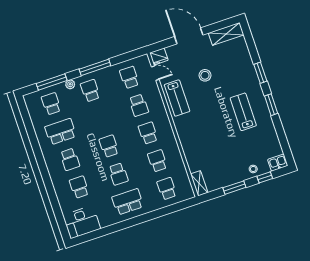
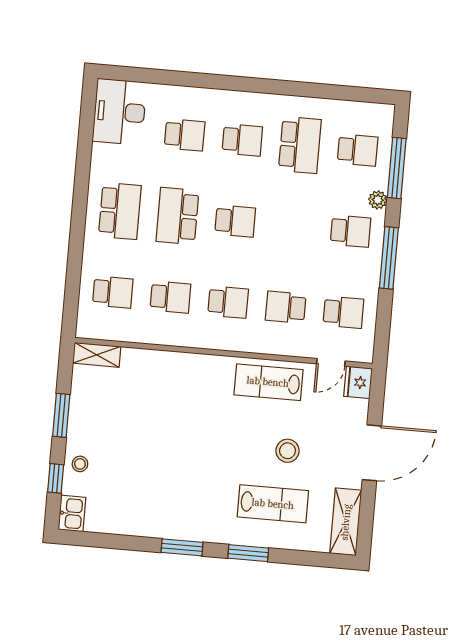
lab bench: (243, 112) -> (273, 504), moved
school desk: (70, 159) -> (242, 140), turned 180
school desk: (118, 174) -> (177, 216), width x1.85

